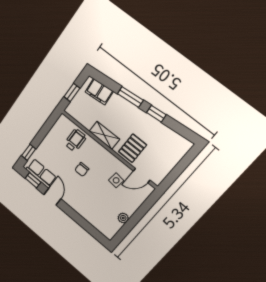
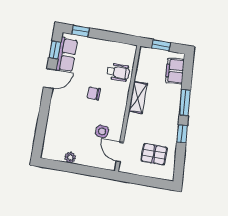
pallet: (133, 148) -> (154, 154), moved

